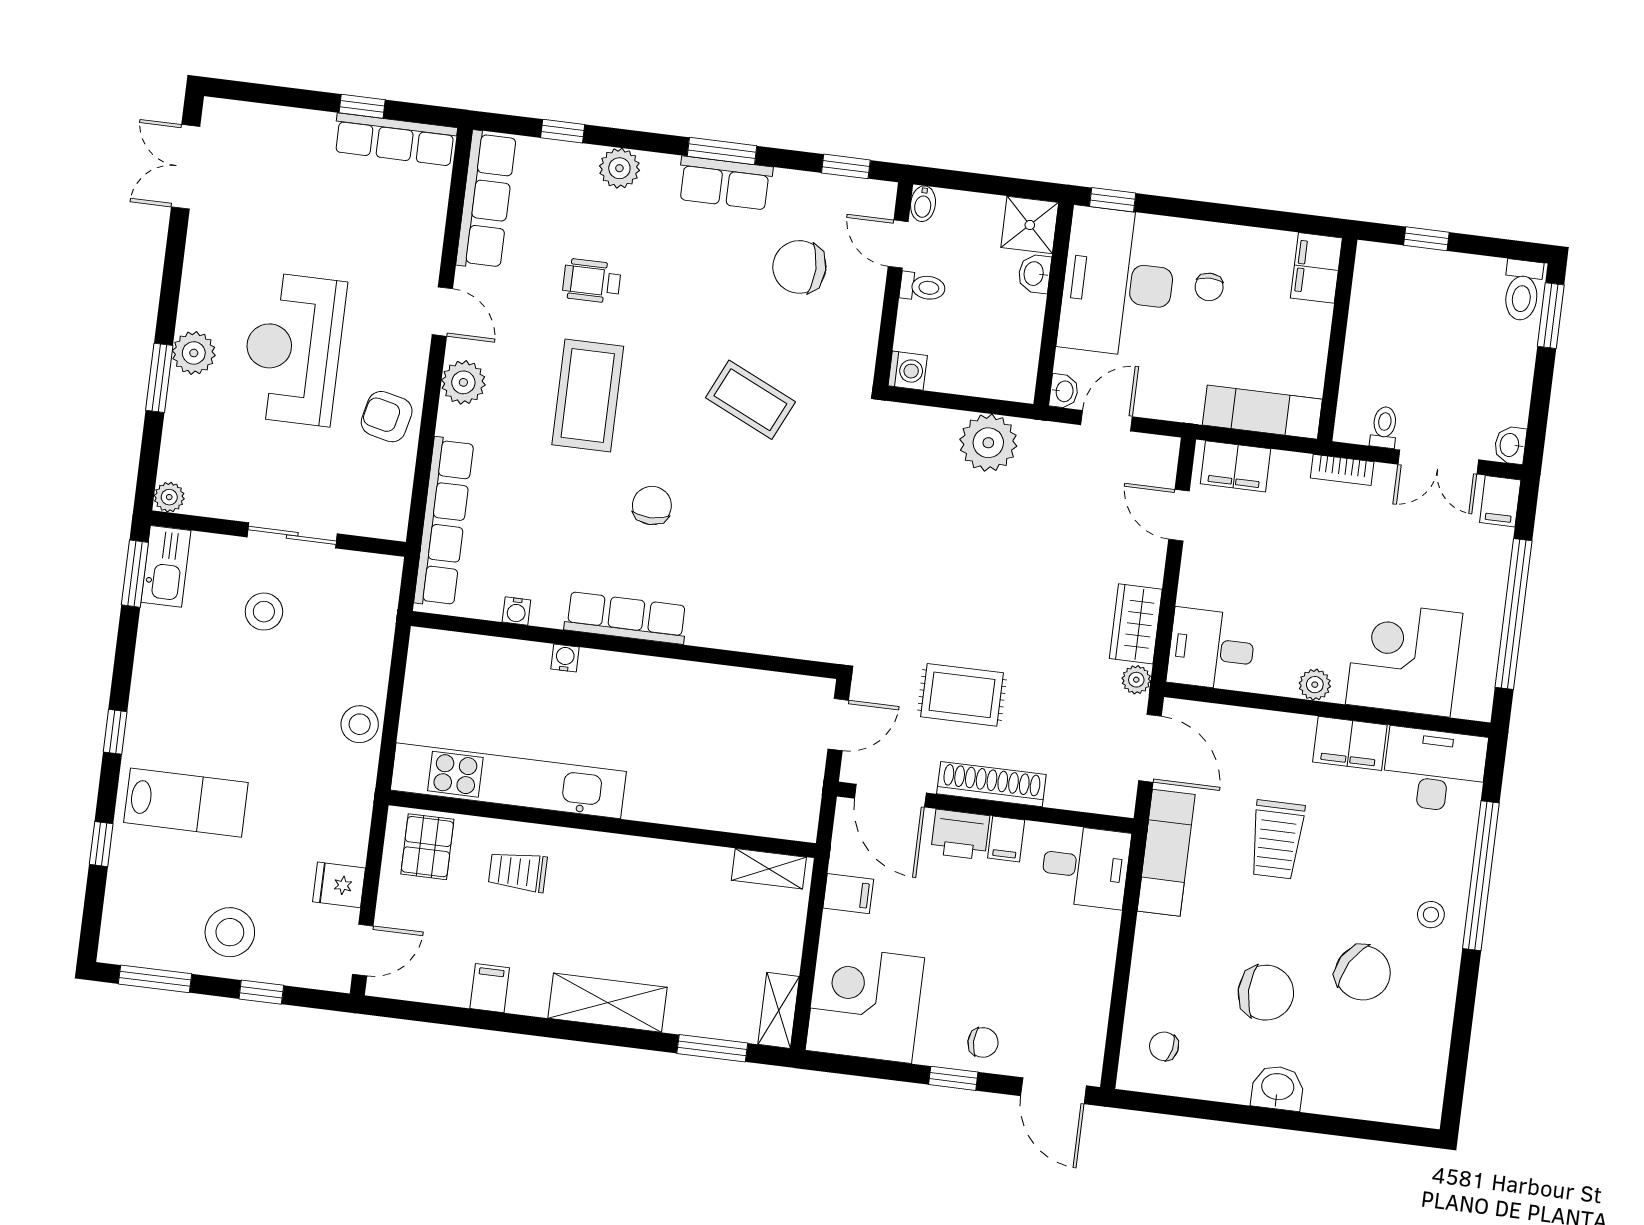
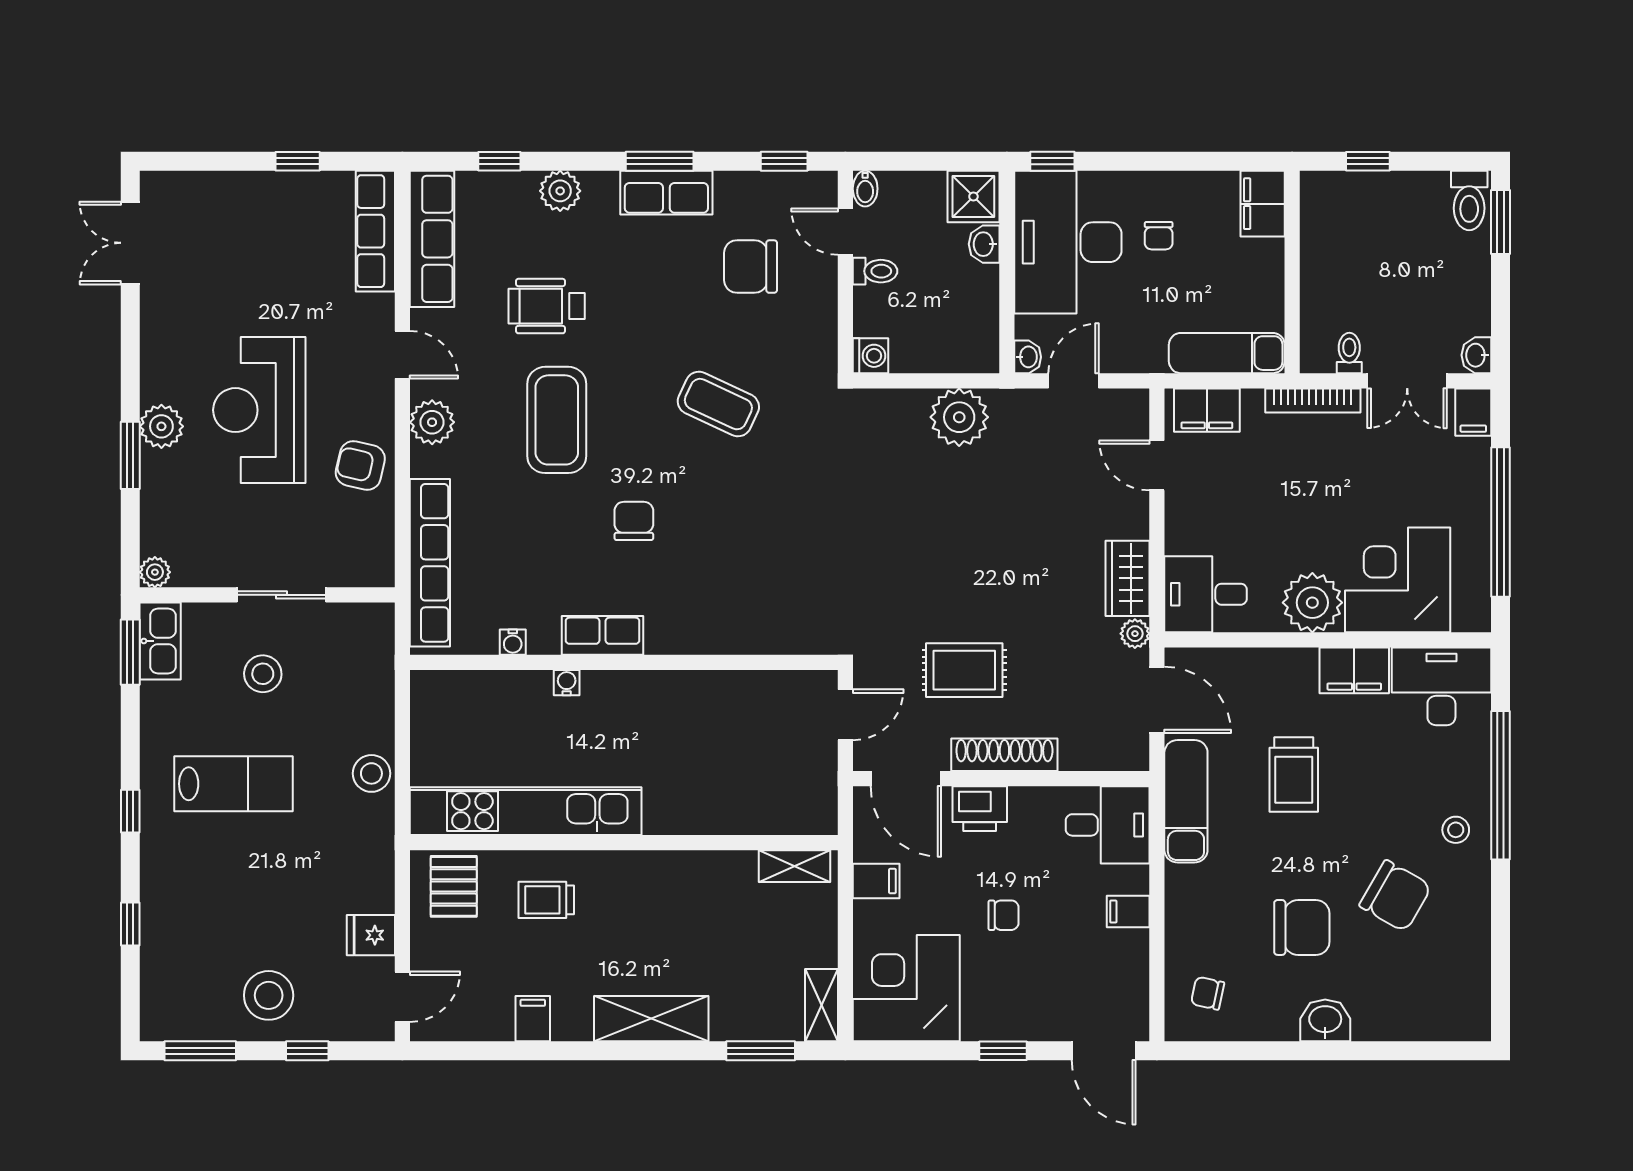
row of seats: (395, 140) -> (375, 231), moved, turned 90
wheelchair: (592, 281) -> (547, 306), width x1.36, depth x1.37
bookcase: (1342, 470) -> (1313, 400), width x1.56
row of seats: (626, 618) -> (603, 635), width x0.68
plant: (1315, 685) -> (1312, 603), width x1.88, depth x1.88
lab bench: (186, 803) -> (234, 784), moved
filing cabinet: (1006, 839) -> (1128, 912), moved, turned 90
chair: (983, 1042) -> (1003, 915), moved

